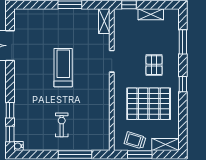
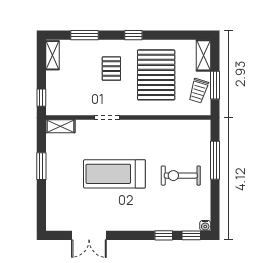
shelving: (151, 14) -> (53, 55), moved
pallet: (154, 65) -> (111, 69), turned 90
treadmill: (63, 68) -> (114, 174), width x1.37, depth x1.38
exercise bike: (62, 125) -> (181, 176), width x1.38, depth x1.39

